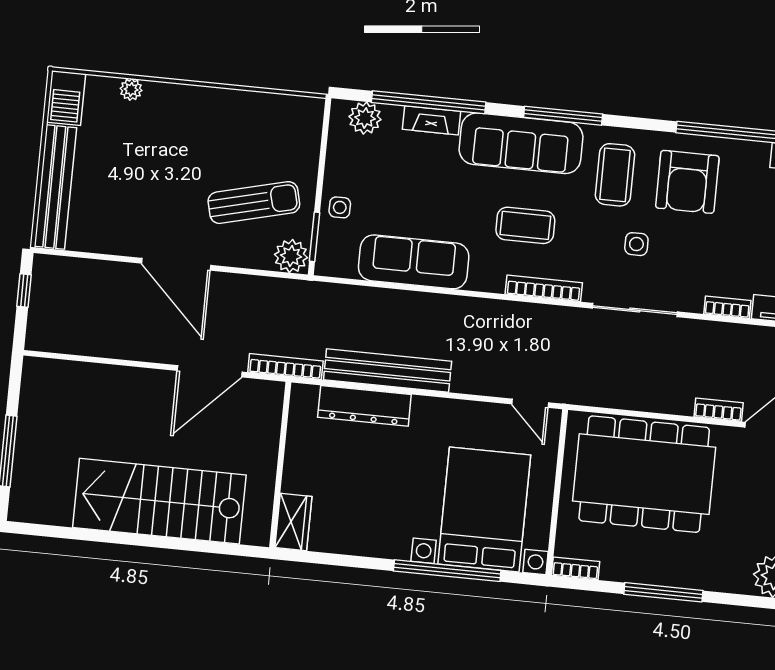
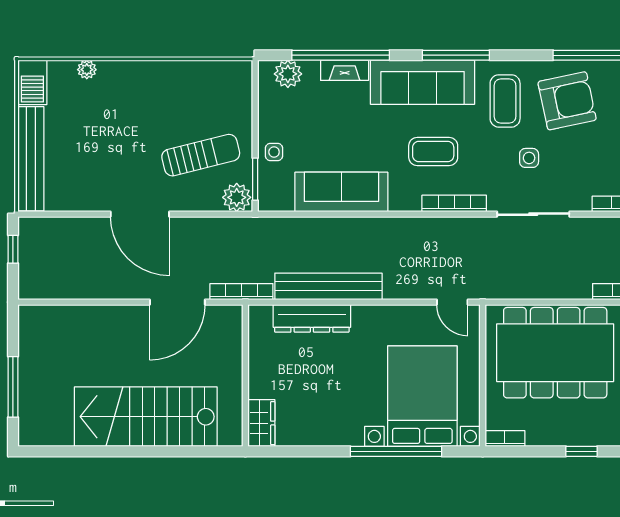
armchair: (687, 182) -> (567, 101), turned -102
window: (663, 592) -> (581, 451), width x0.46

